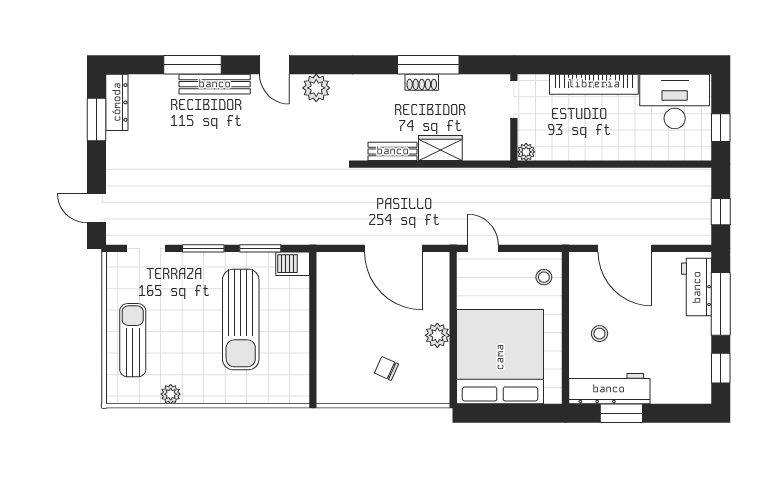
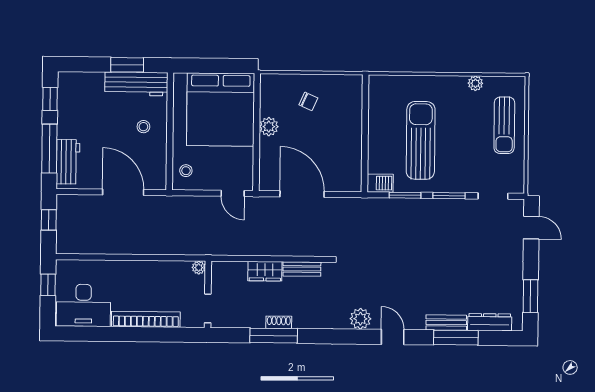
bench: (215, 84) -> (446, 323), width x0.73
dresser: (117, 102) -> (490, 322), moved, turned 90

